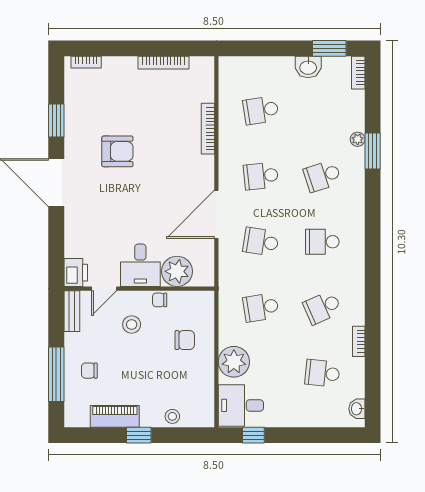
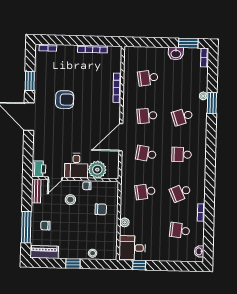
plant: (234, 362) -> (125, 222), width x0.53, depth x0.53
piano: (115, 416) -> (44, 252), moved

